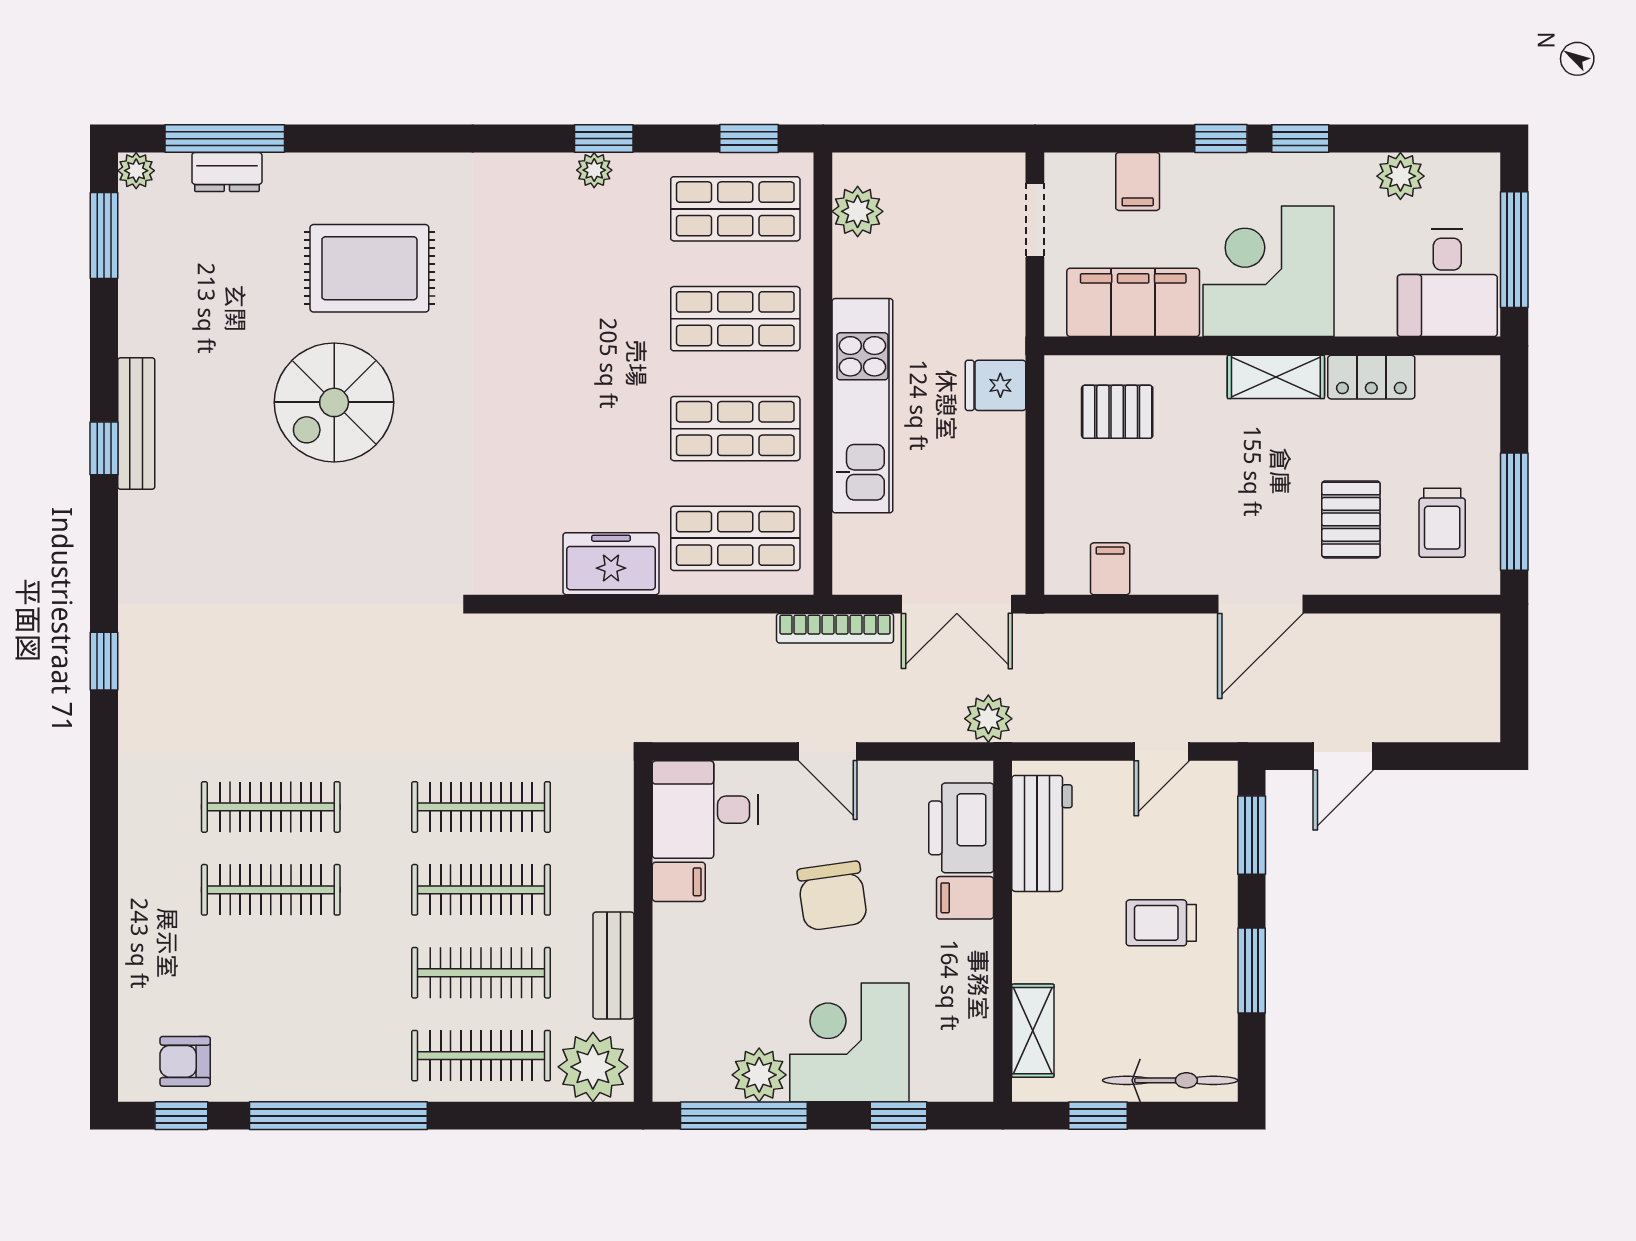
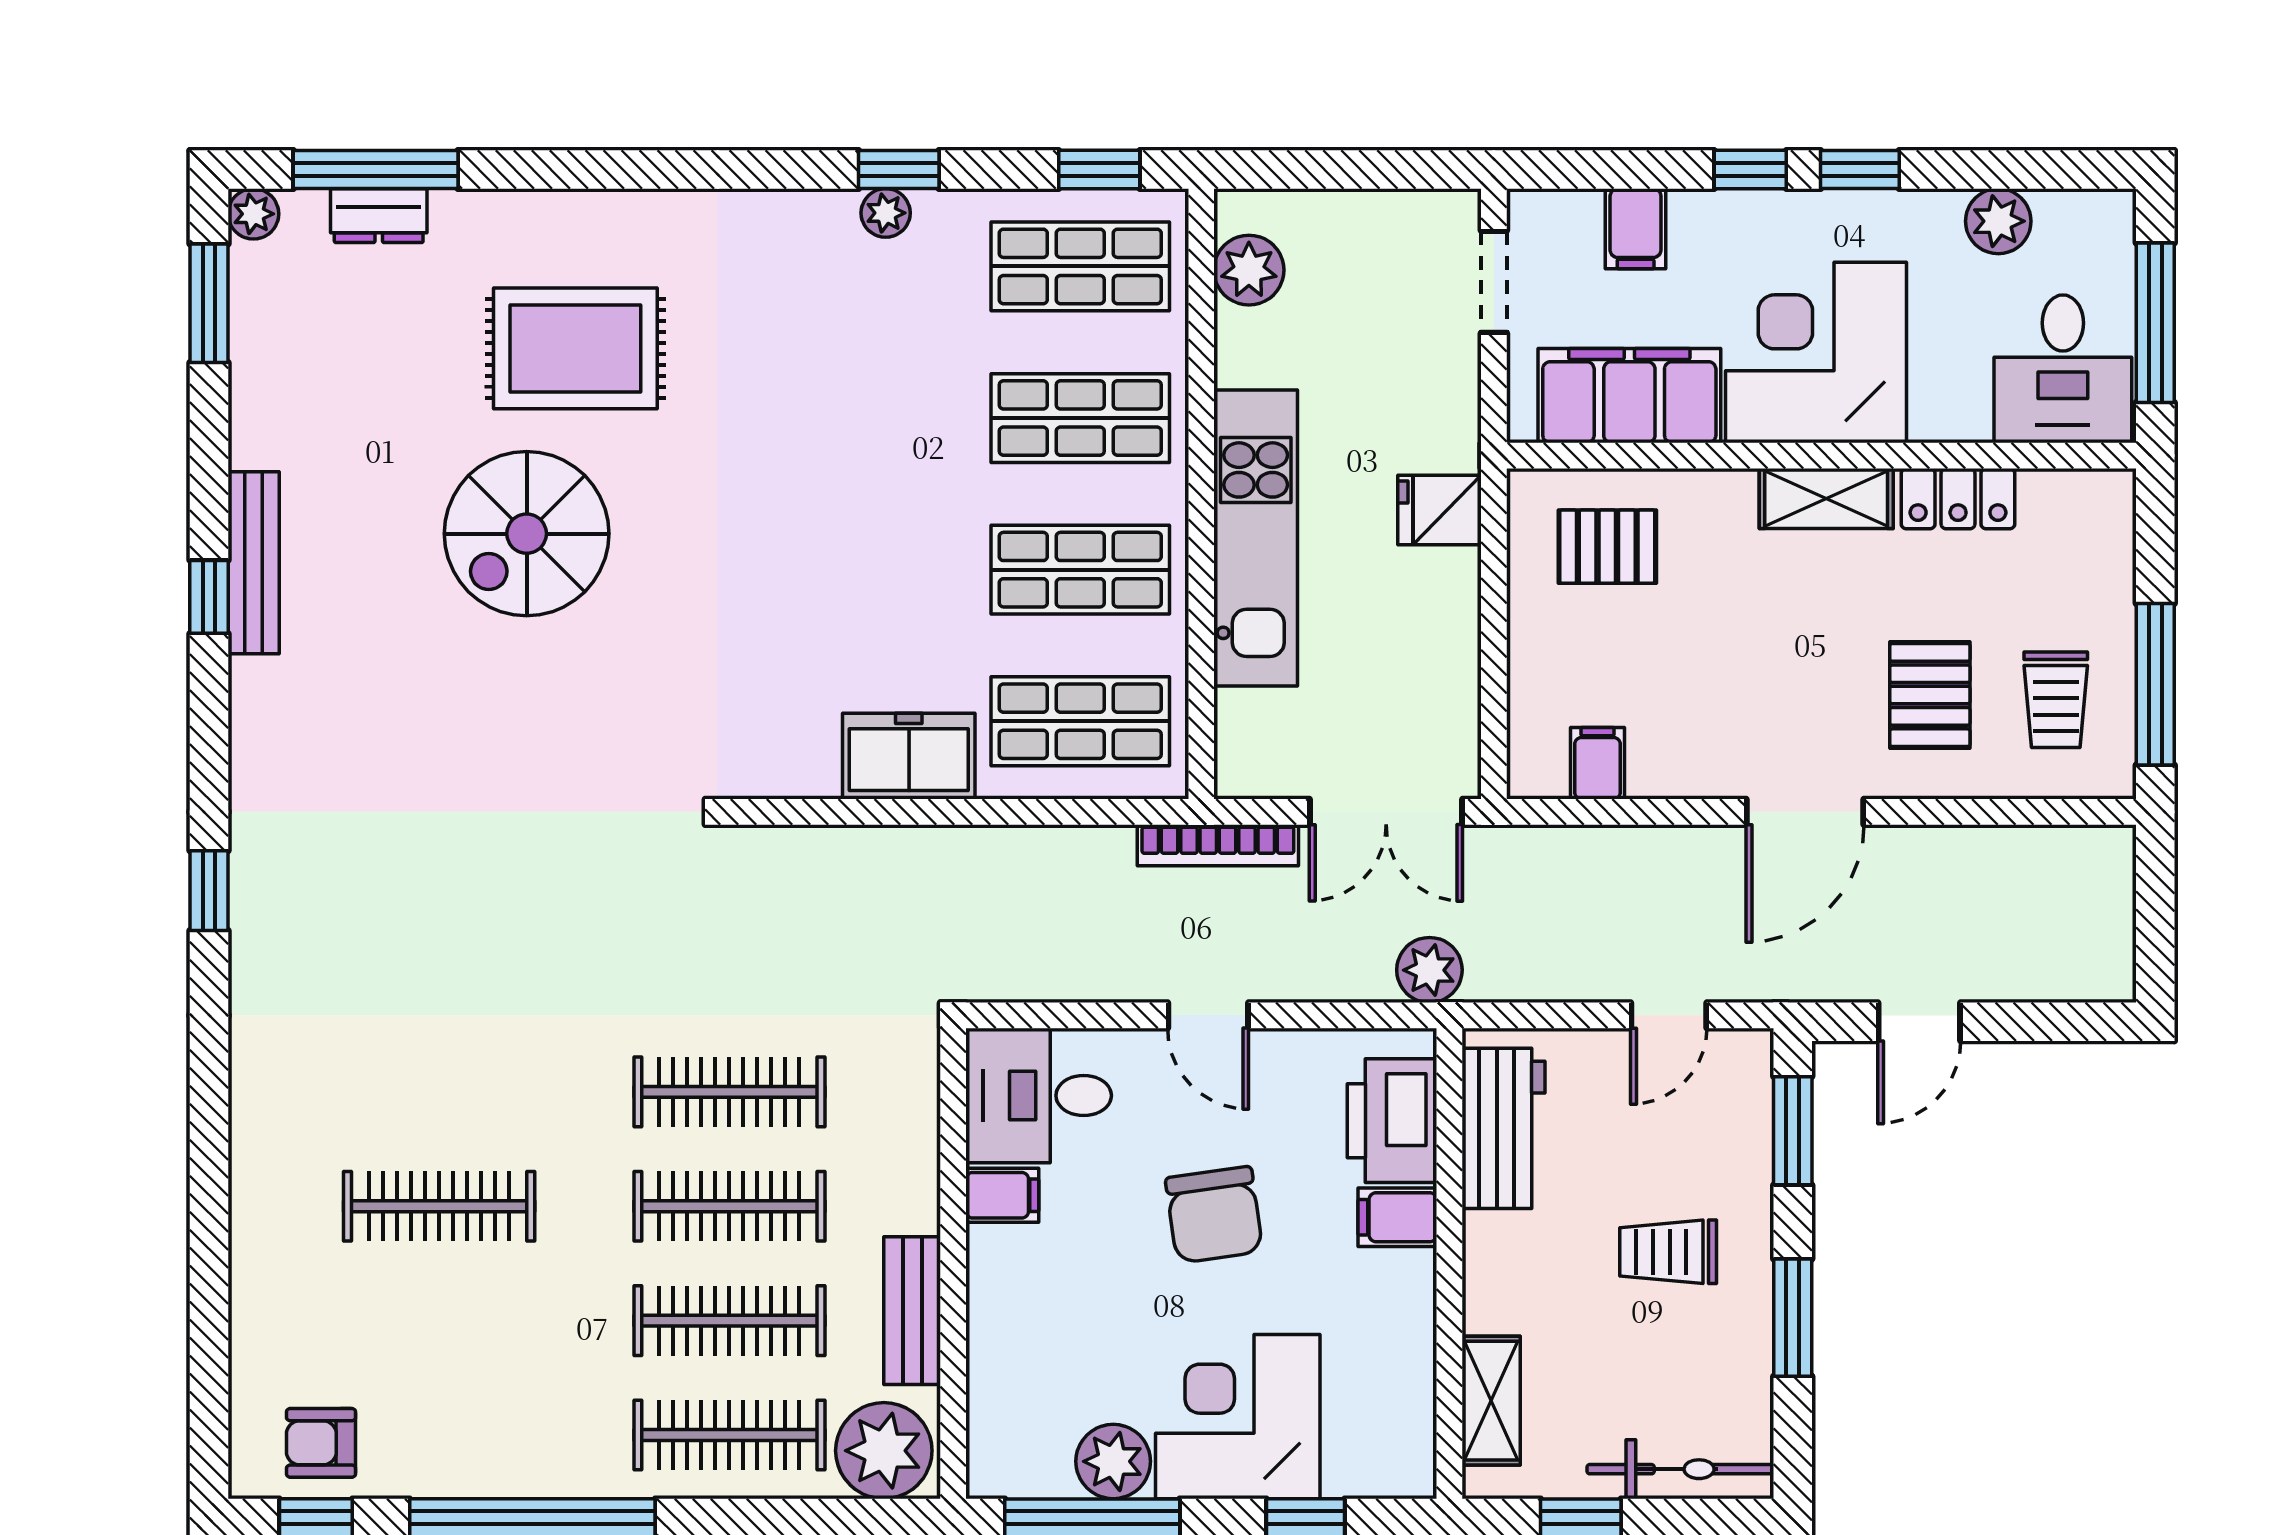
clothes rail: (271, 807) -> (439, 1092), removed

